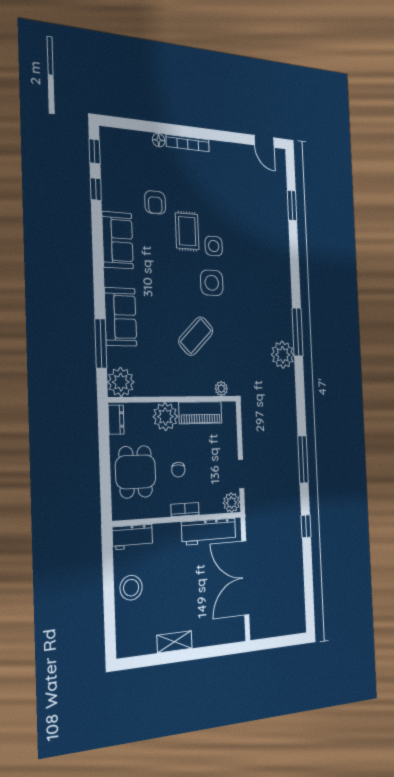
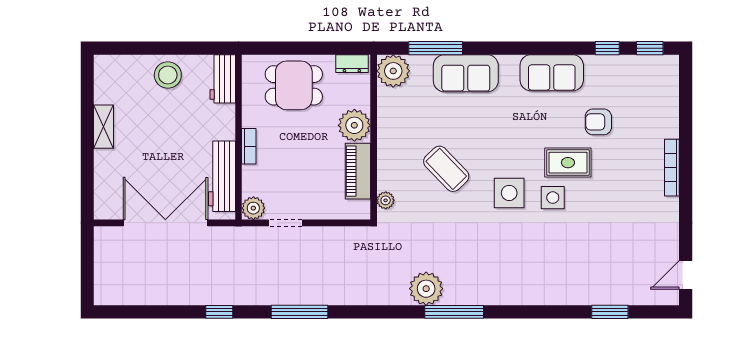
floor lamp: (159, 140) -> (671, 129), removed
chair: (178, 470) -> (294, 139), removed

